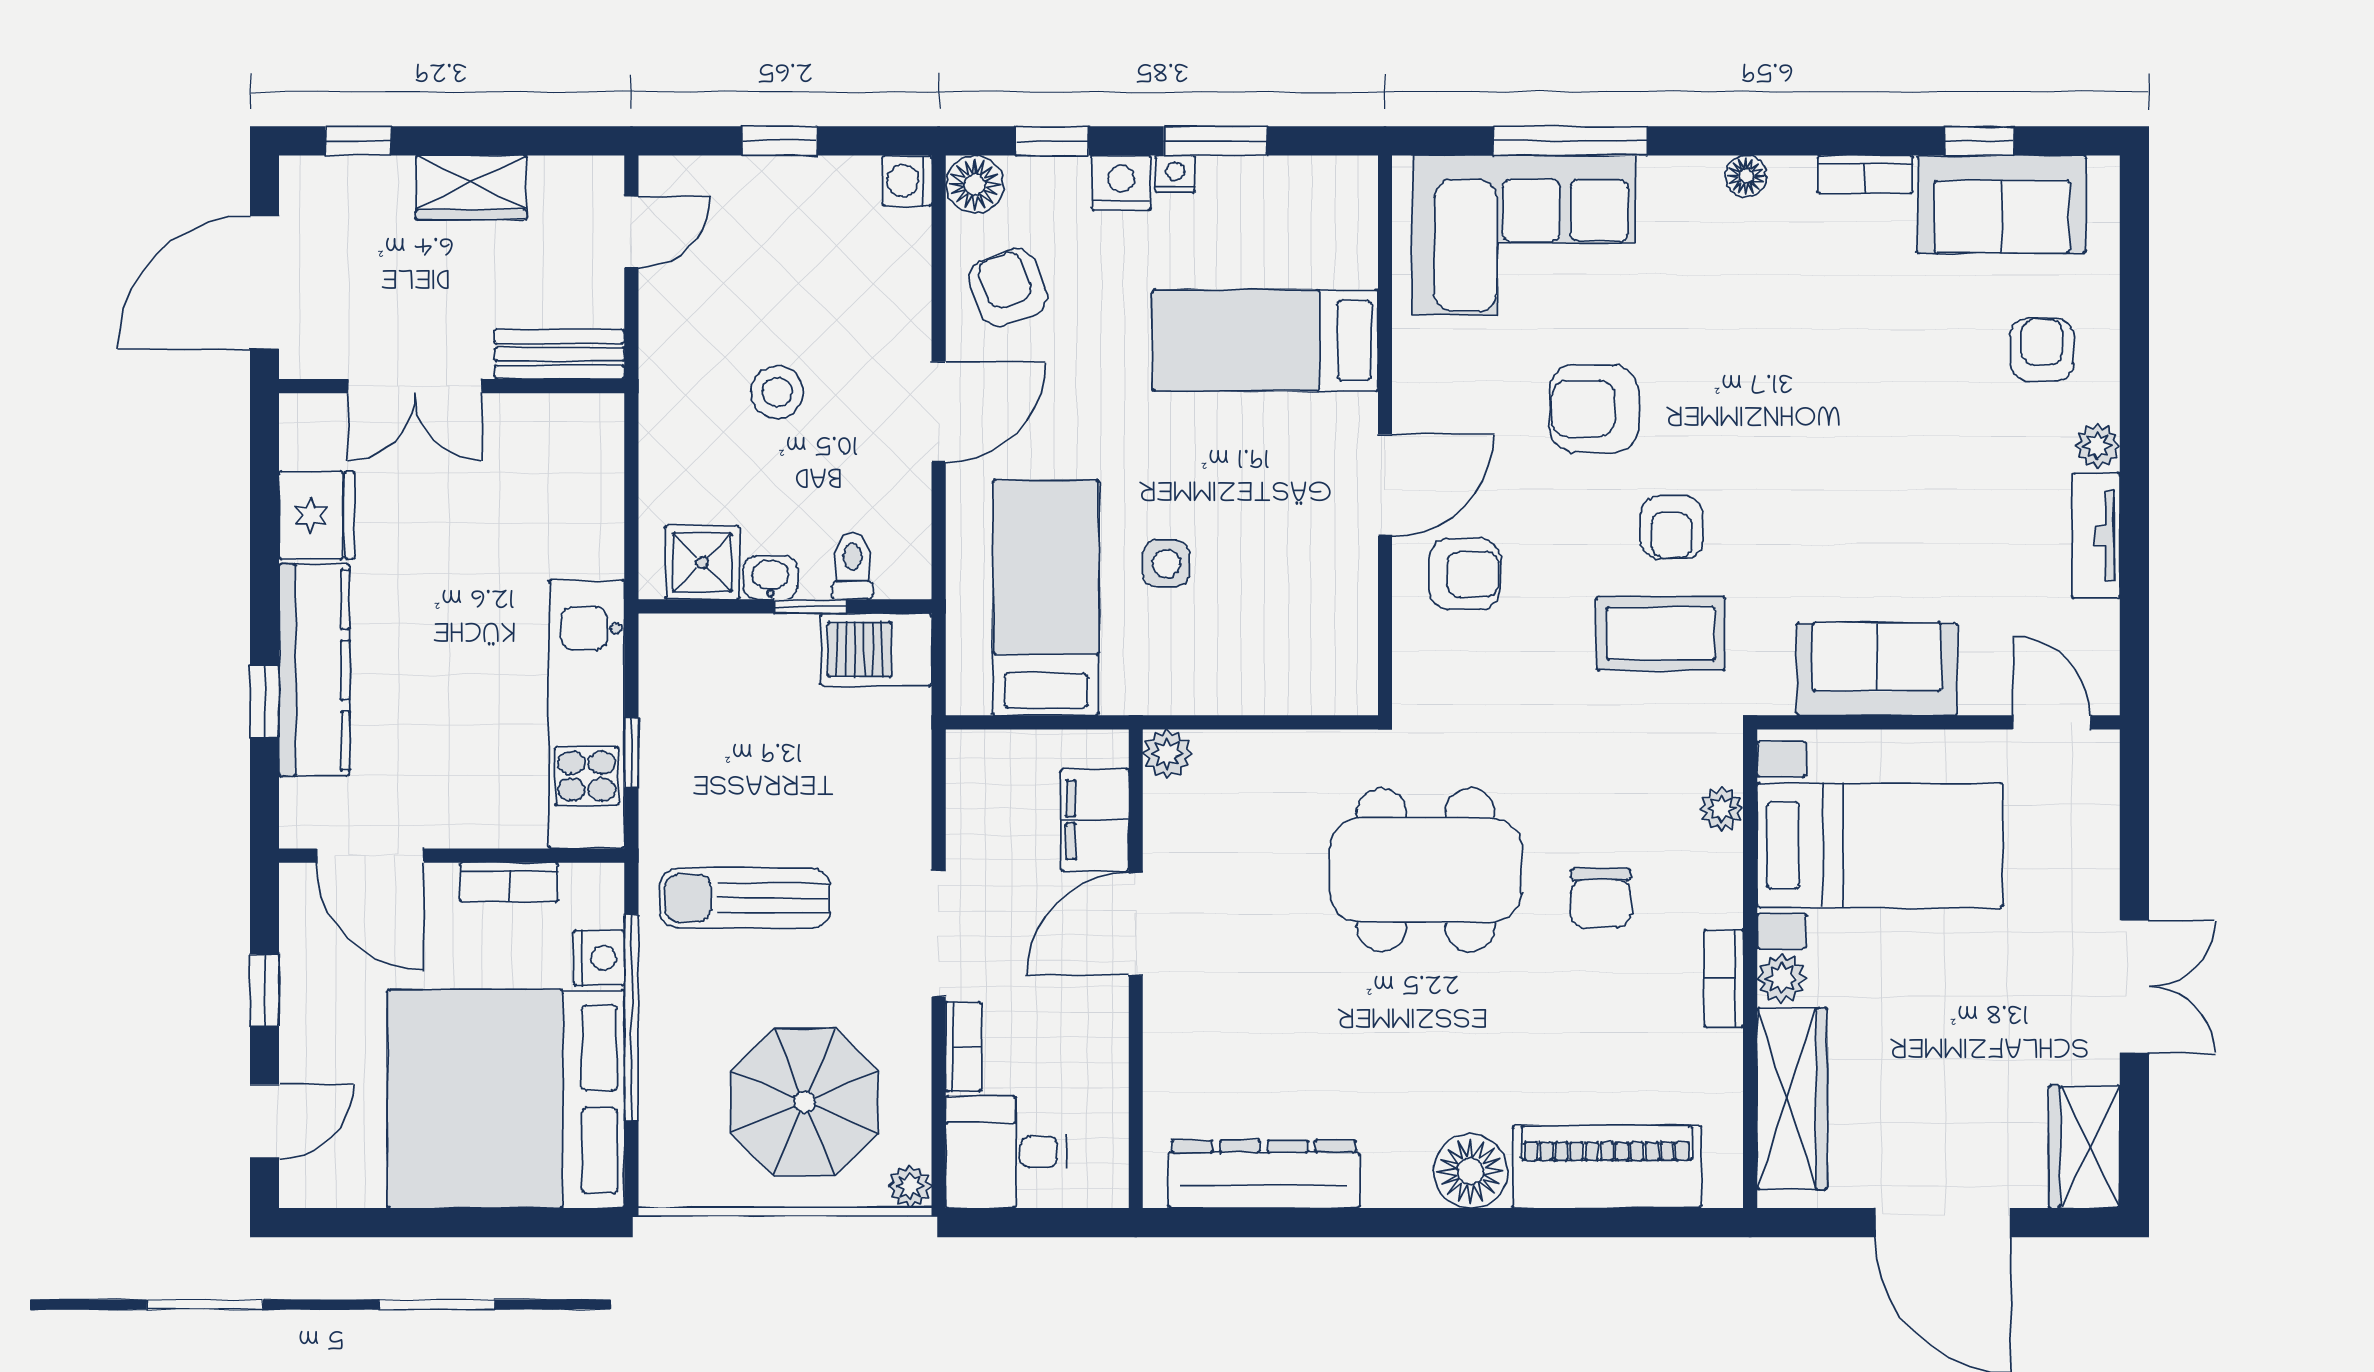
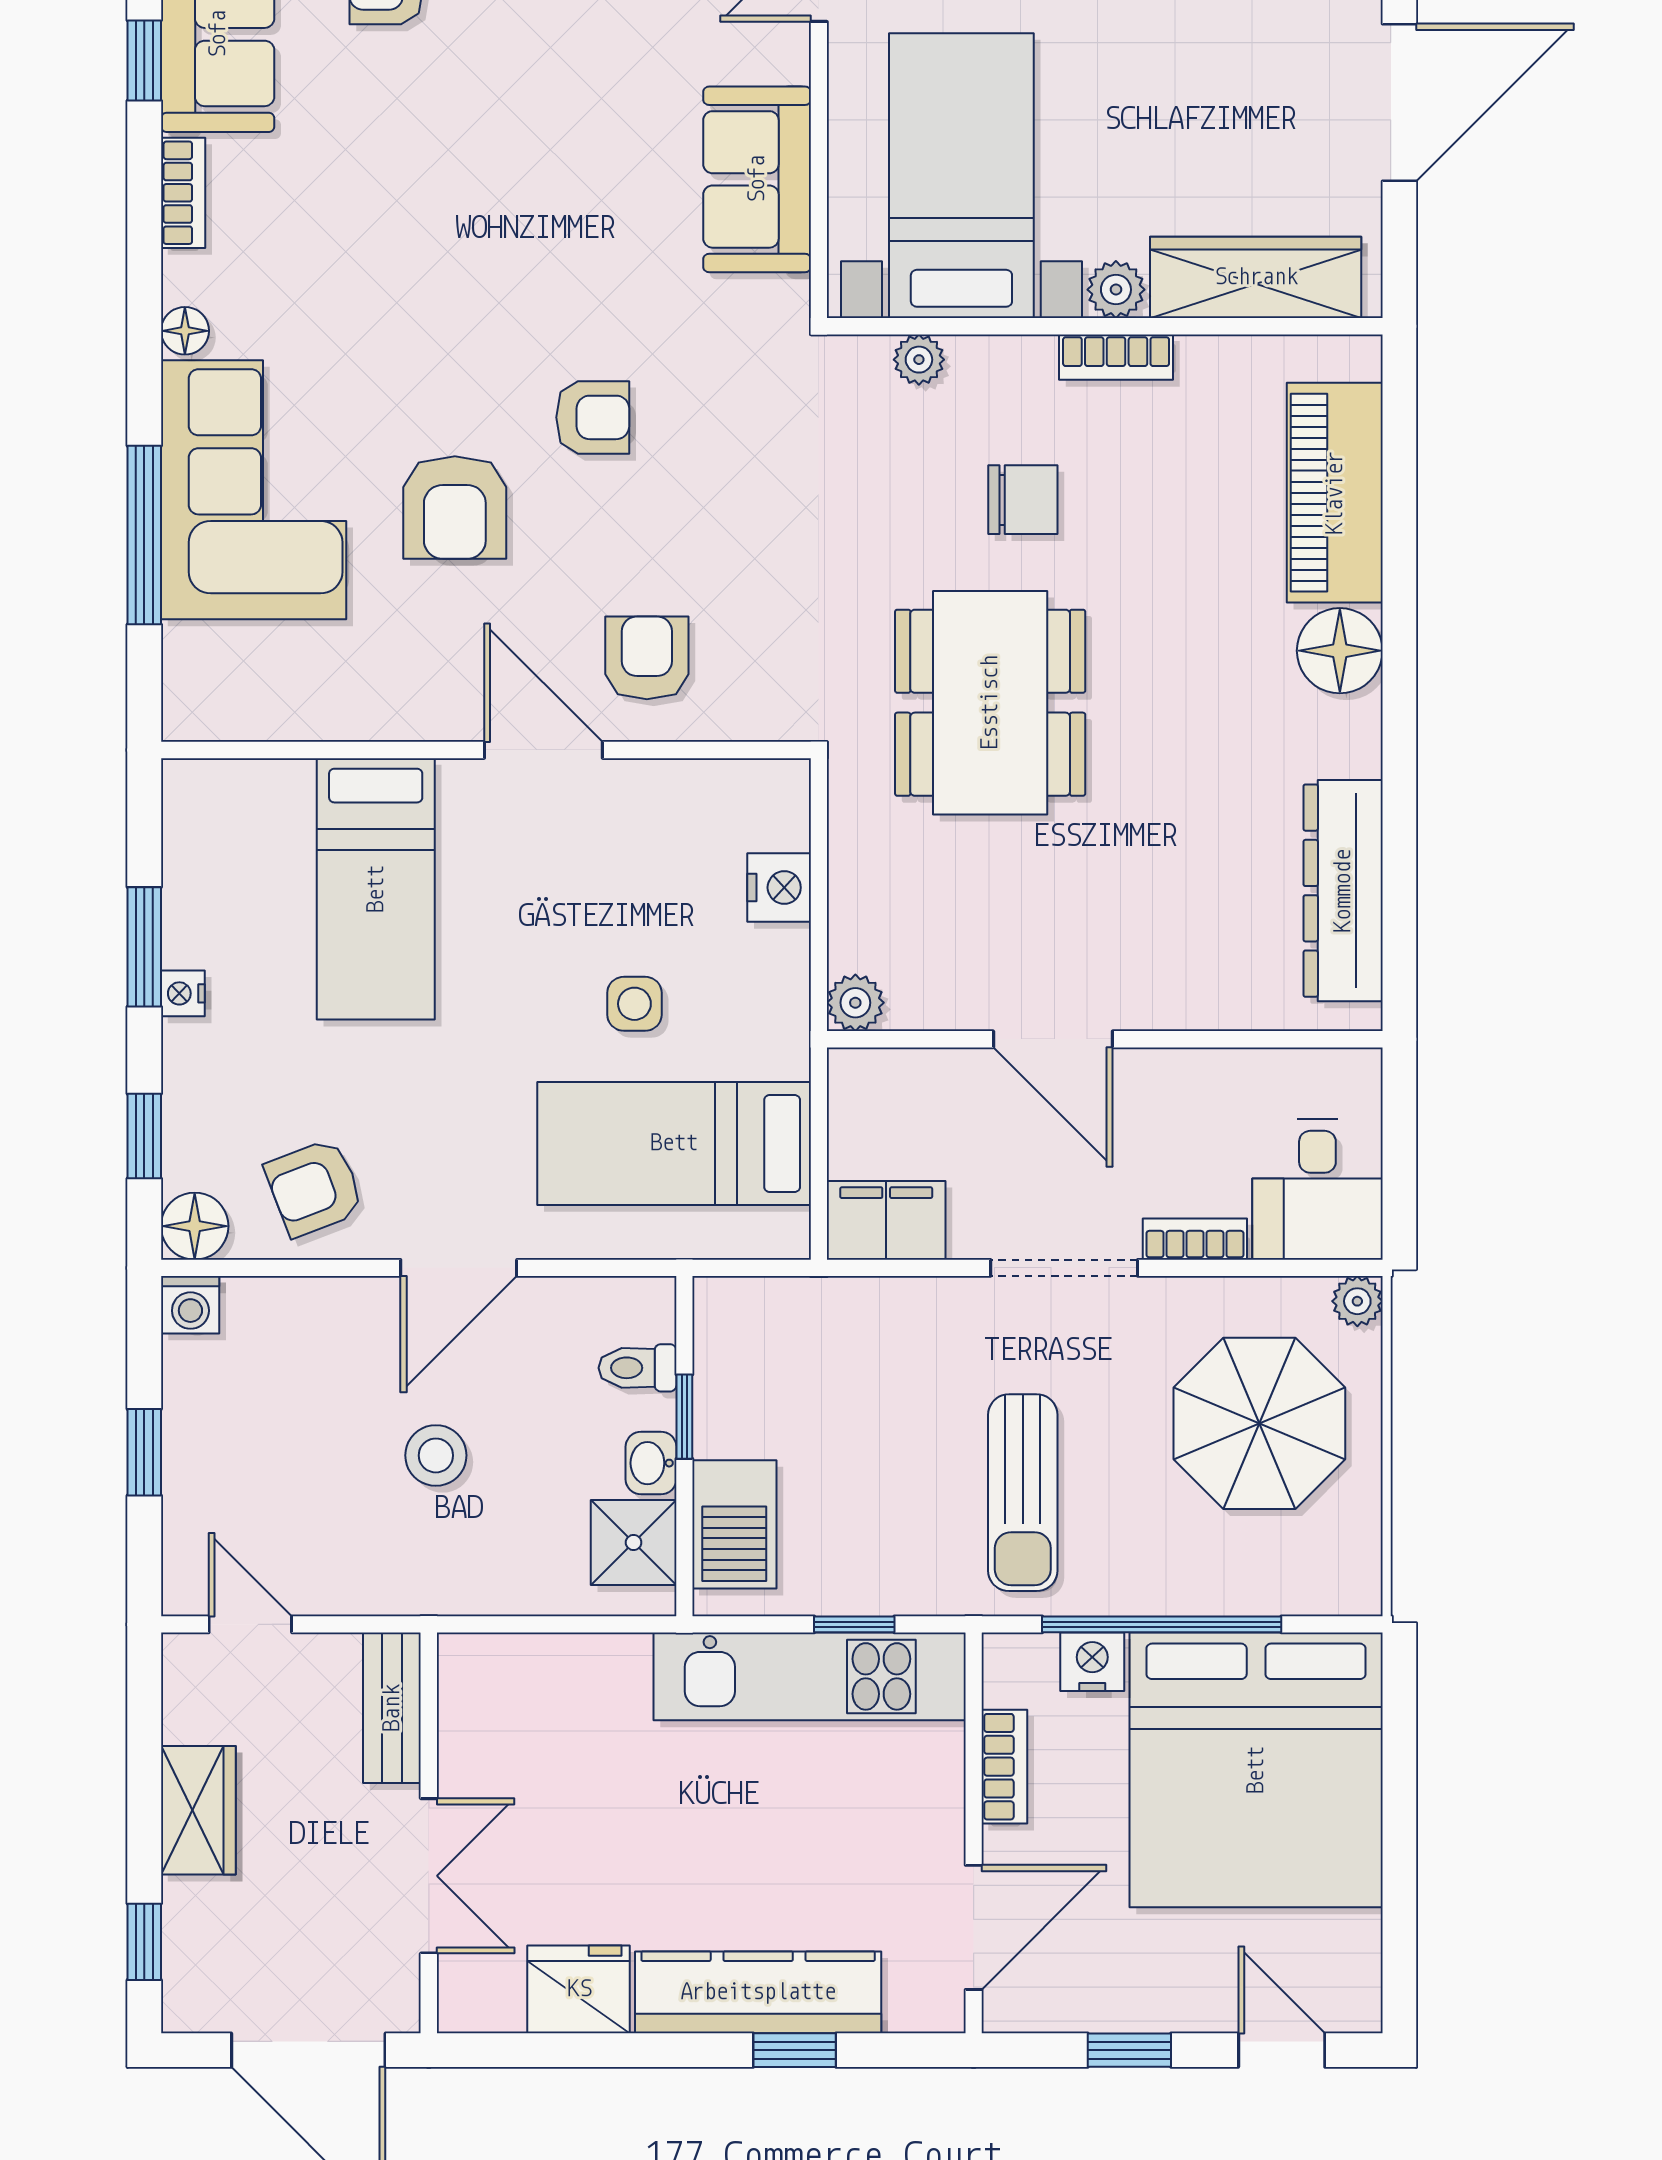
nightstand: (1121, 183) -> (779, 888), moved, turned 180
corner sofa: (1524, 235) -> (254, 490), moved
door: (939, 412) -> (459, 1268), swing flipped
coffee table: (1661, 634) -> (716, 430), removed
barbecue: (876, 649) -> (734, 1524), moved
filing cabinet: (1095, 820) -> (886, 1220), moved, turned 180

